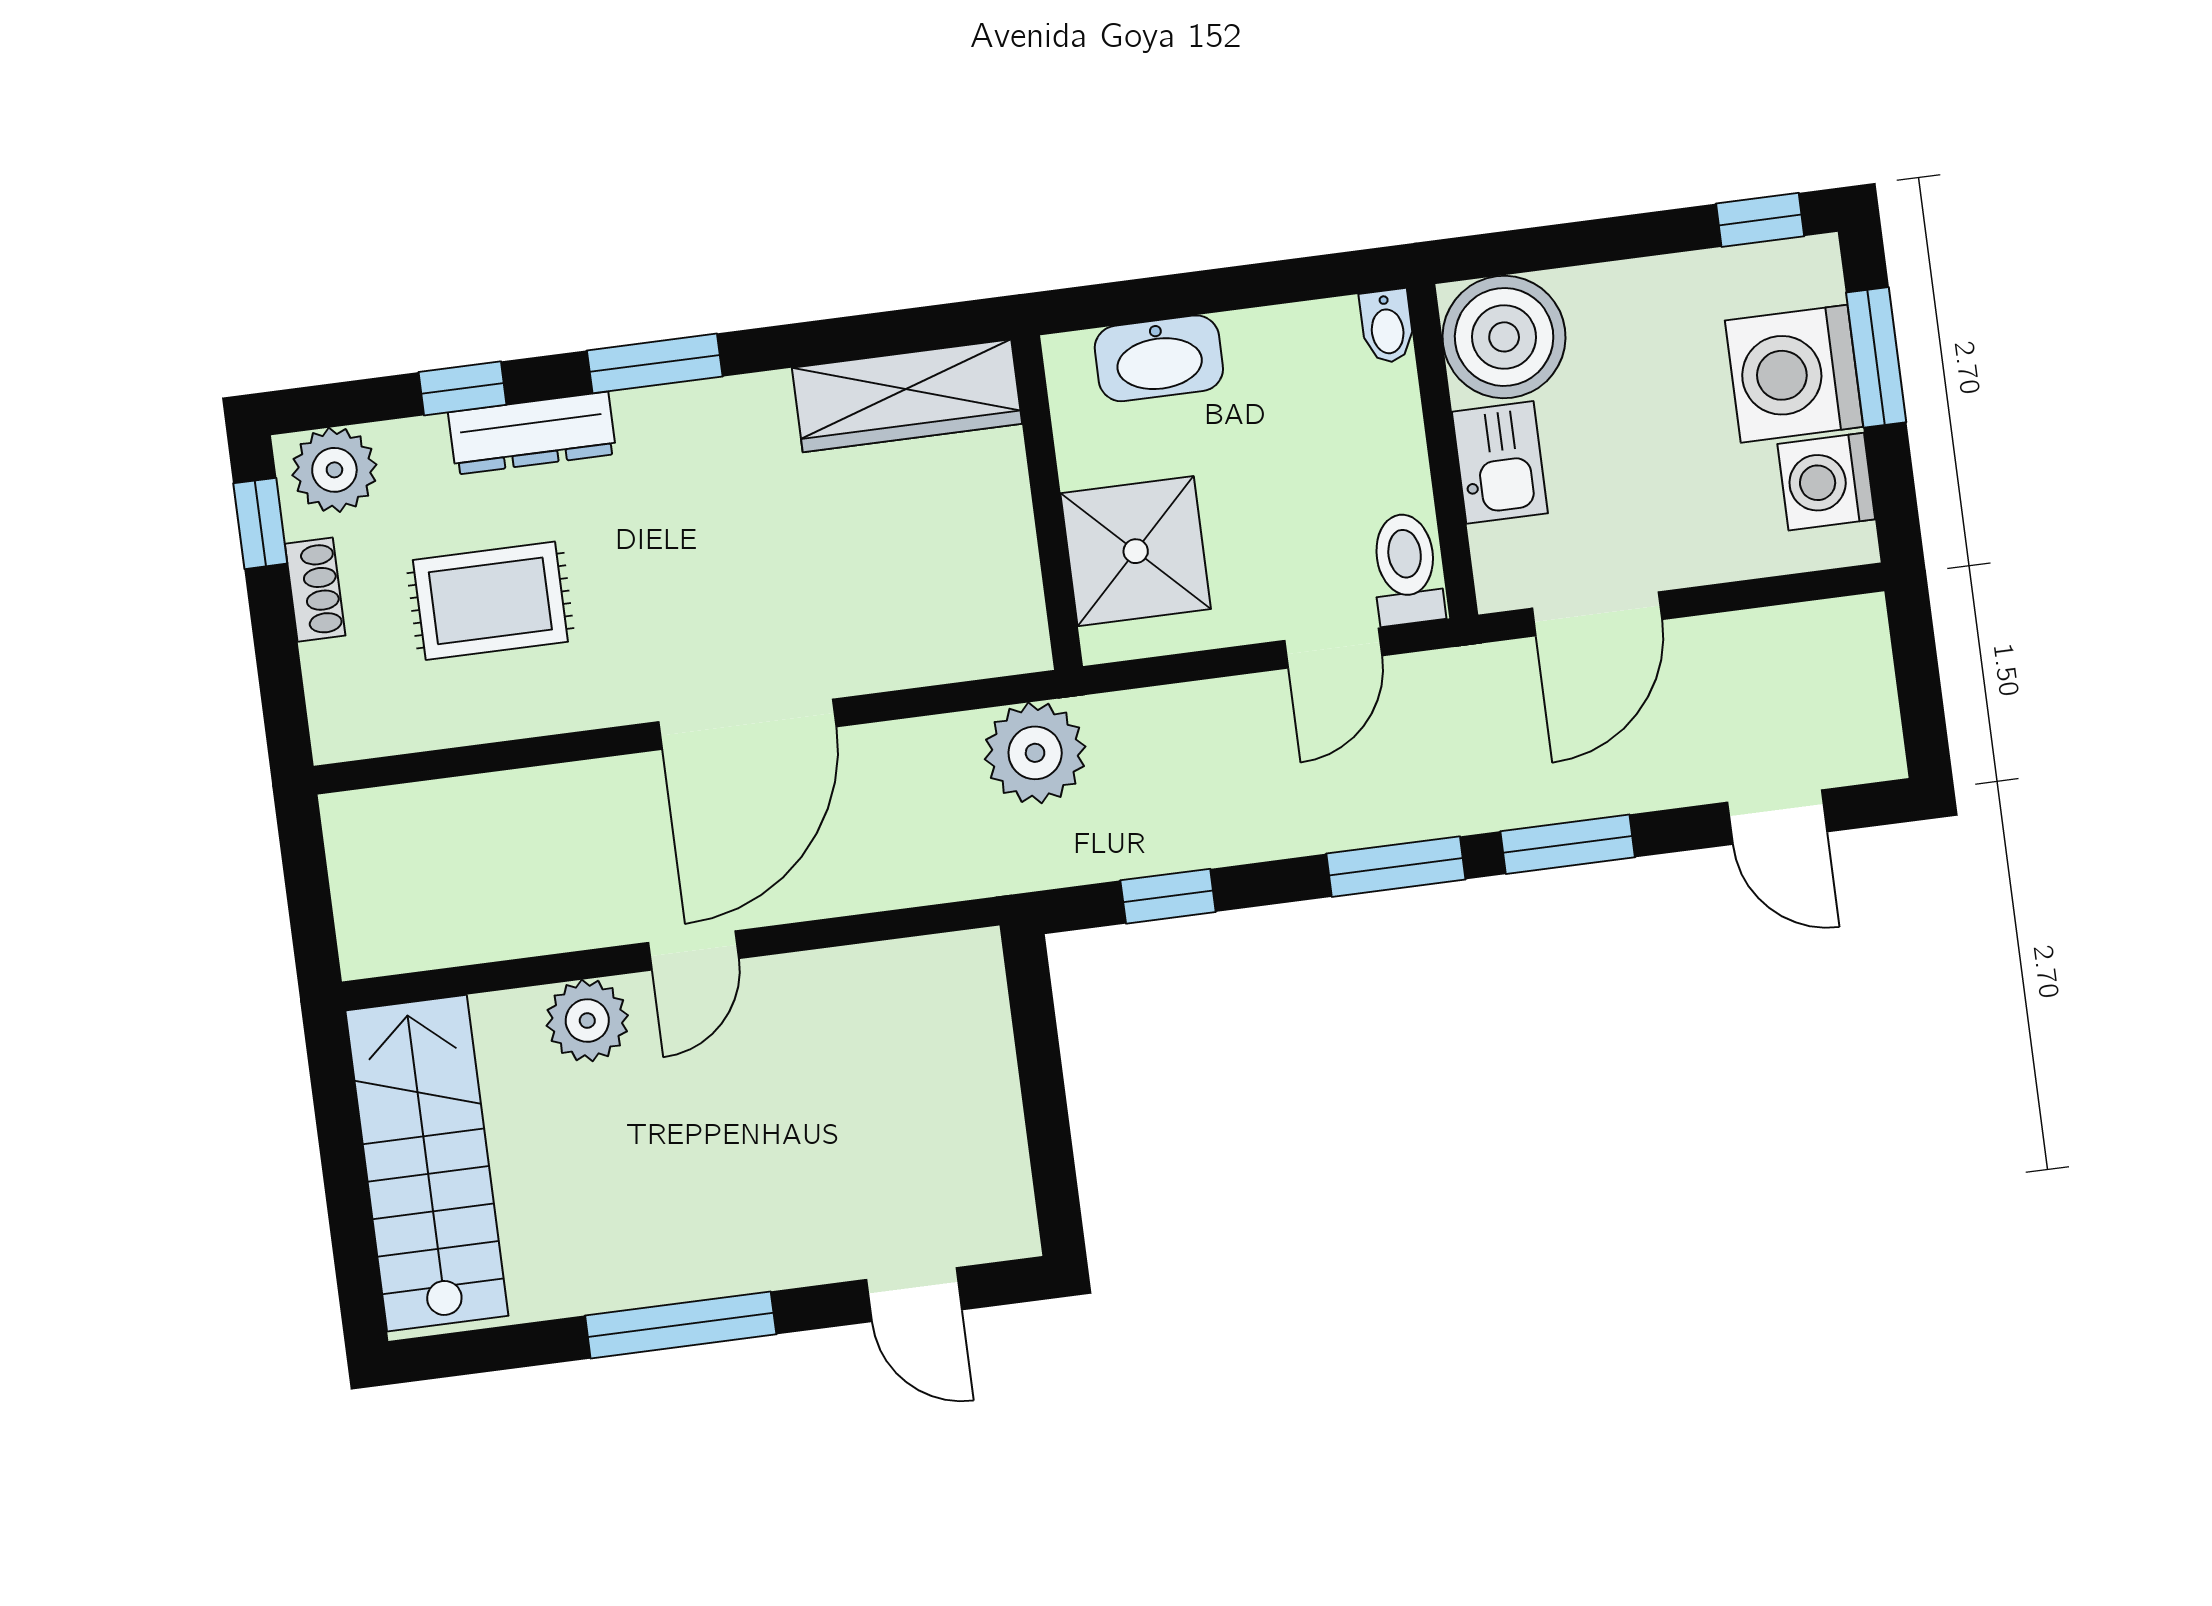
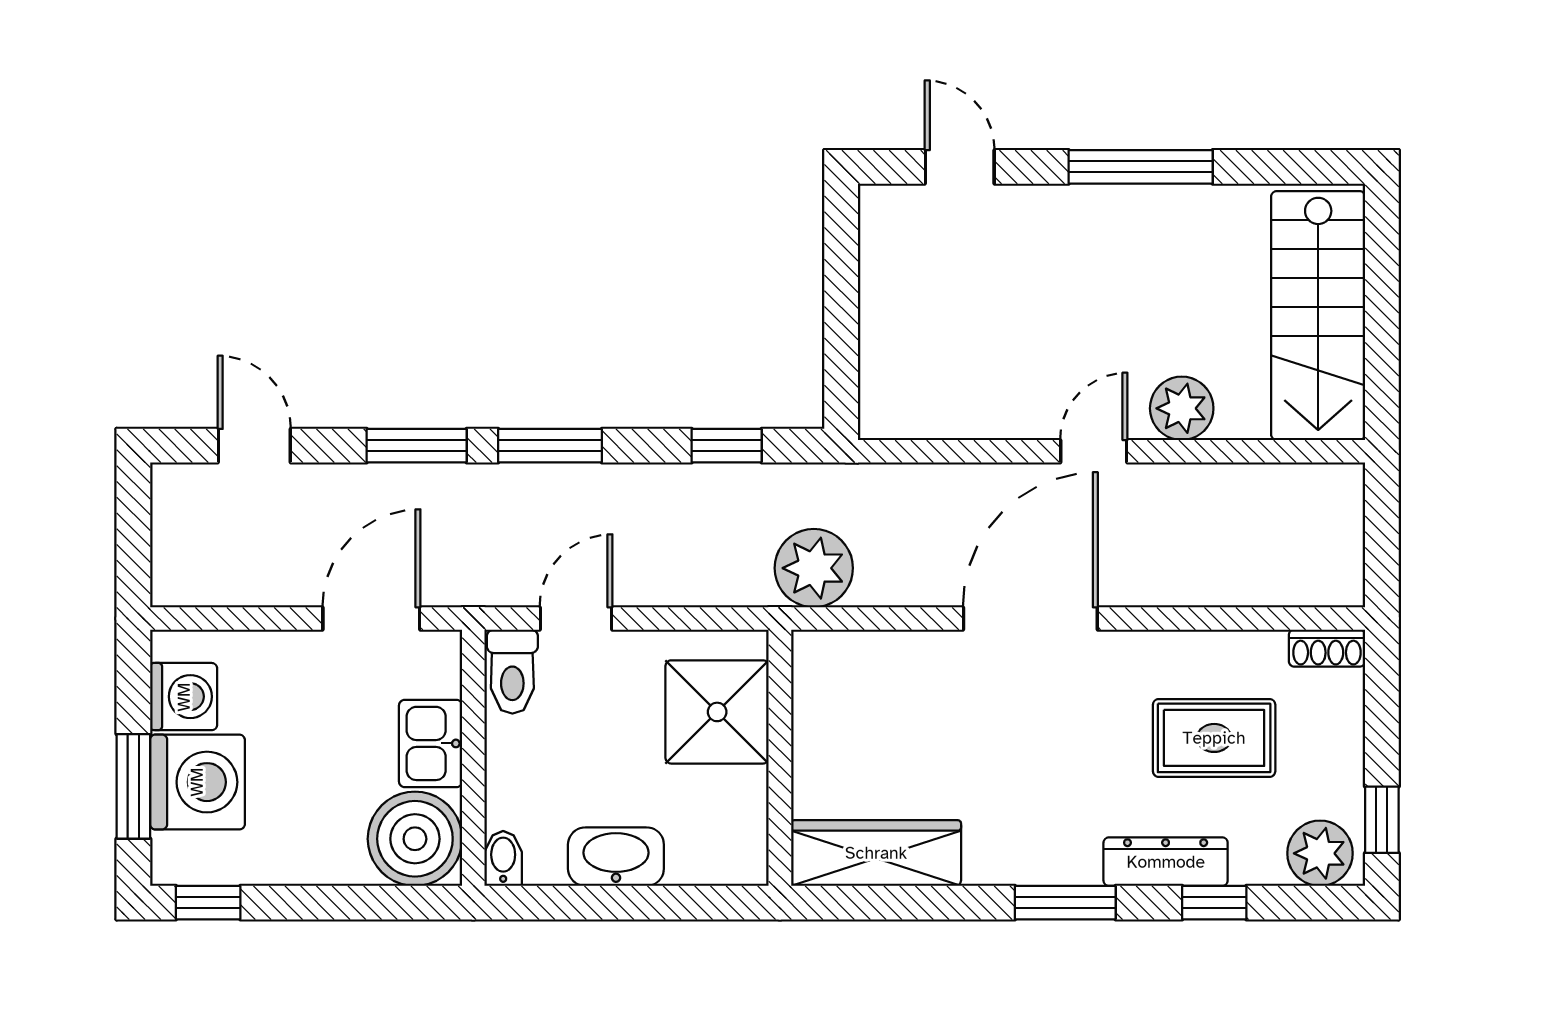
washbasin: (1159, 358) -> (616, 857), moved
shoe rack: (315, 590) -> (1327, 648), moved, turned -90

